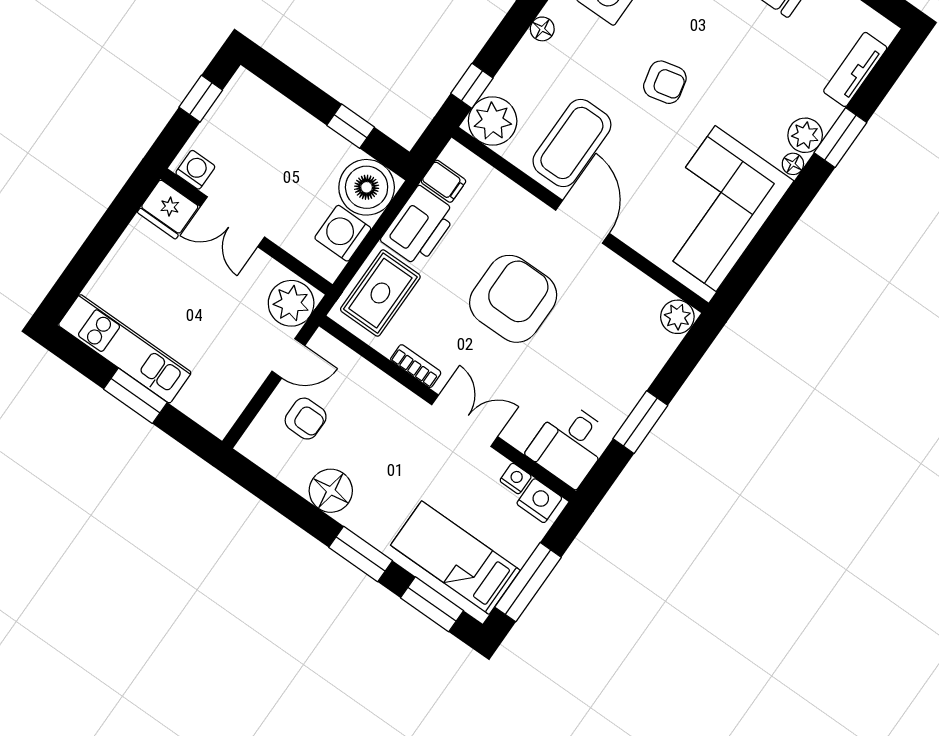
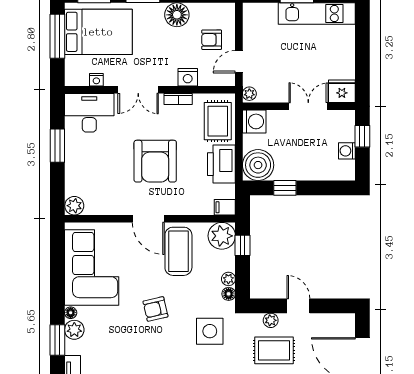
plant: (527, 51) -> (228, 279), added
window: (201, 99) -> (362, 136), moved
washing machine: (195, 170) -> (347, 151), moved, turned 90
filing cabinet: (443, 181) -> (225, 207), moved
washing machine: (343, 233) -> (254, 121), moved
plant: (291, 303) -> (249, 94), width x0.53, depth x0.53
desk: (570, 444) -> (89, 113), width x1.37
nightstand: (539, 501) -> (188, 77), moved
bed: (455, 558) -> (98, 32), width x1.50

